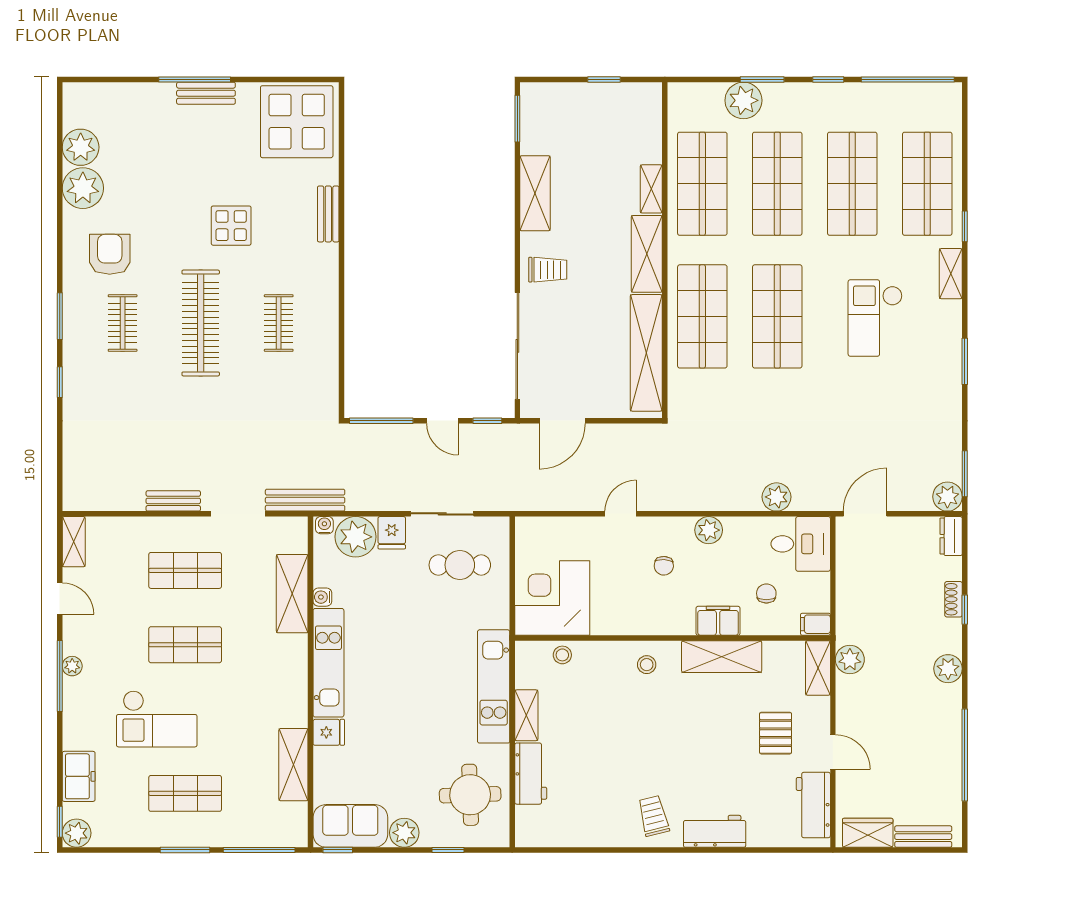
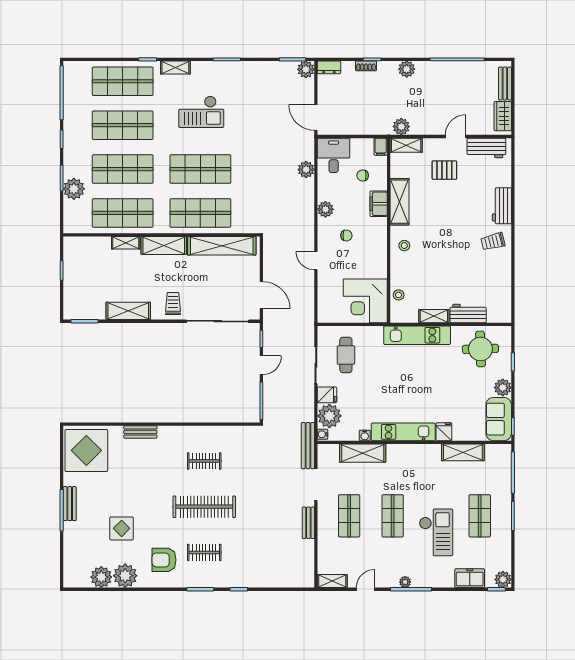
display table: (231, 226) -> (122, 528), moved

